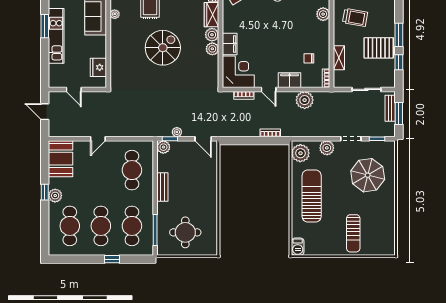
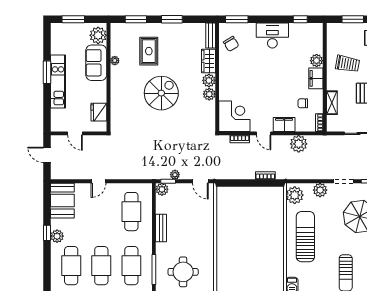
filing cabinet: (230, 44) -> (316, 78), moved, turned 180

